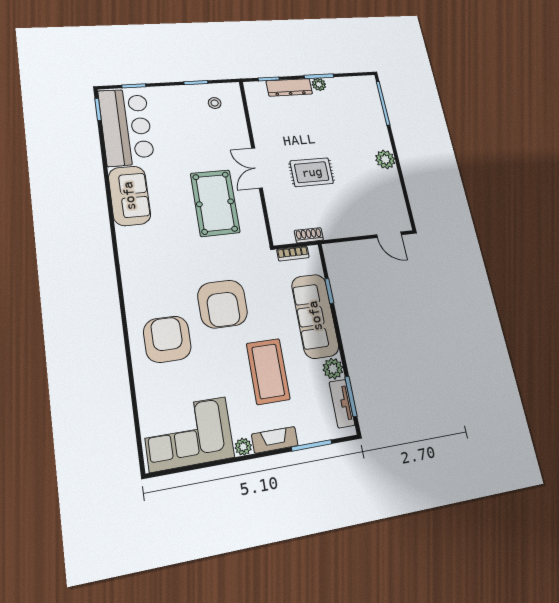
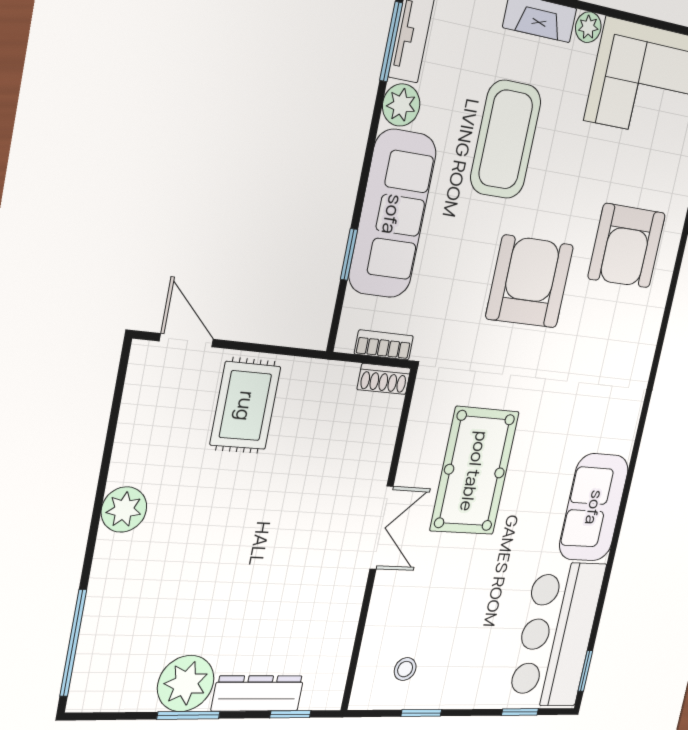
plant: (319, 84) -> (186, 684), width x1.87, depth x1.87
rug: (312, 172) -> (245, 406), moved, turned 90
shoe rack: (309, 235) -> (384, 379), moved

